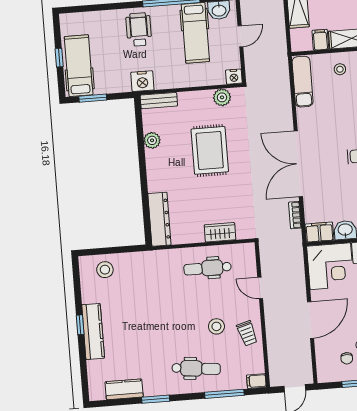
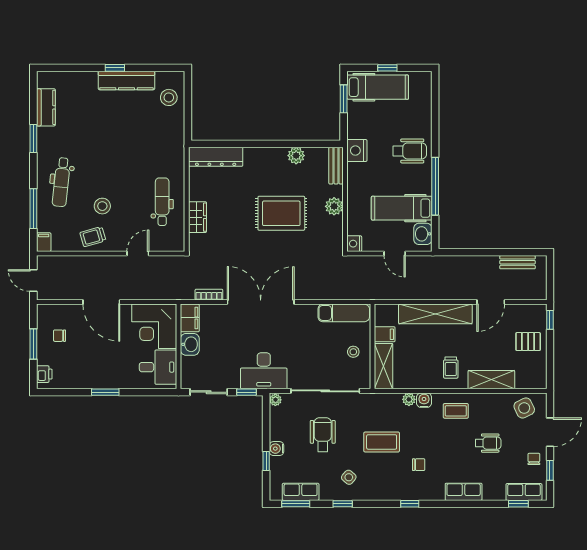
plant: (222, 97) -> (334, 206), moved
kitchen counter: (93, 332) -> (126, 81), moved

